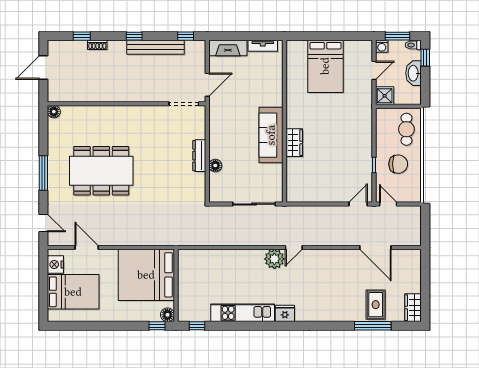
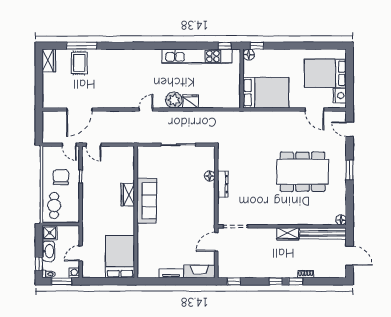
window: (82, 36) -> (296, 281), moved
bench: (155, 47) -> (323, 233), moved
door: (43, 68) -> (350, 256), hinge flipped
wardrobe: (119, 94) -> (288, 234), added
shower: (385, 96) -> (50, 233), moved
wall: (284, 121) -> (136, 212), moved
sofa: (271, 135) -> (147, 201), moved
wardrobe: (294, 143) -> (128, 195), moved
chair: (398, 164) -> (61, 177), turned 90
window: (43, 173) -> (350, 170), width x0.69
door: (358, 204) -> (93, 145), hinge flipped
door: (375, 247) -> (79, 109), swing flipped
plant: (274, 259) -> (174, 100), moved
bed: (146, 275) -> (266, 93), width x0.73
kitchen unit: (243, 313) -> (197, 56), width x1.36
fridge: (285, 313) -> (191, 101), moved, turned 180

